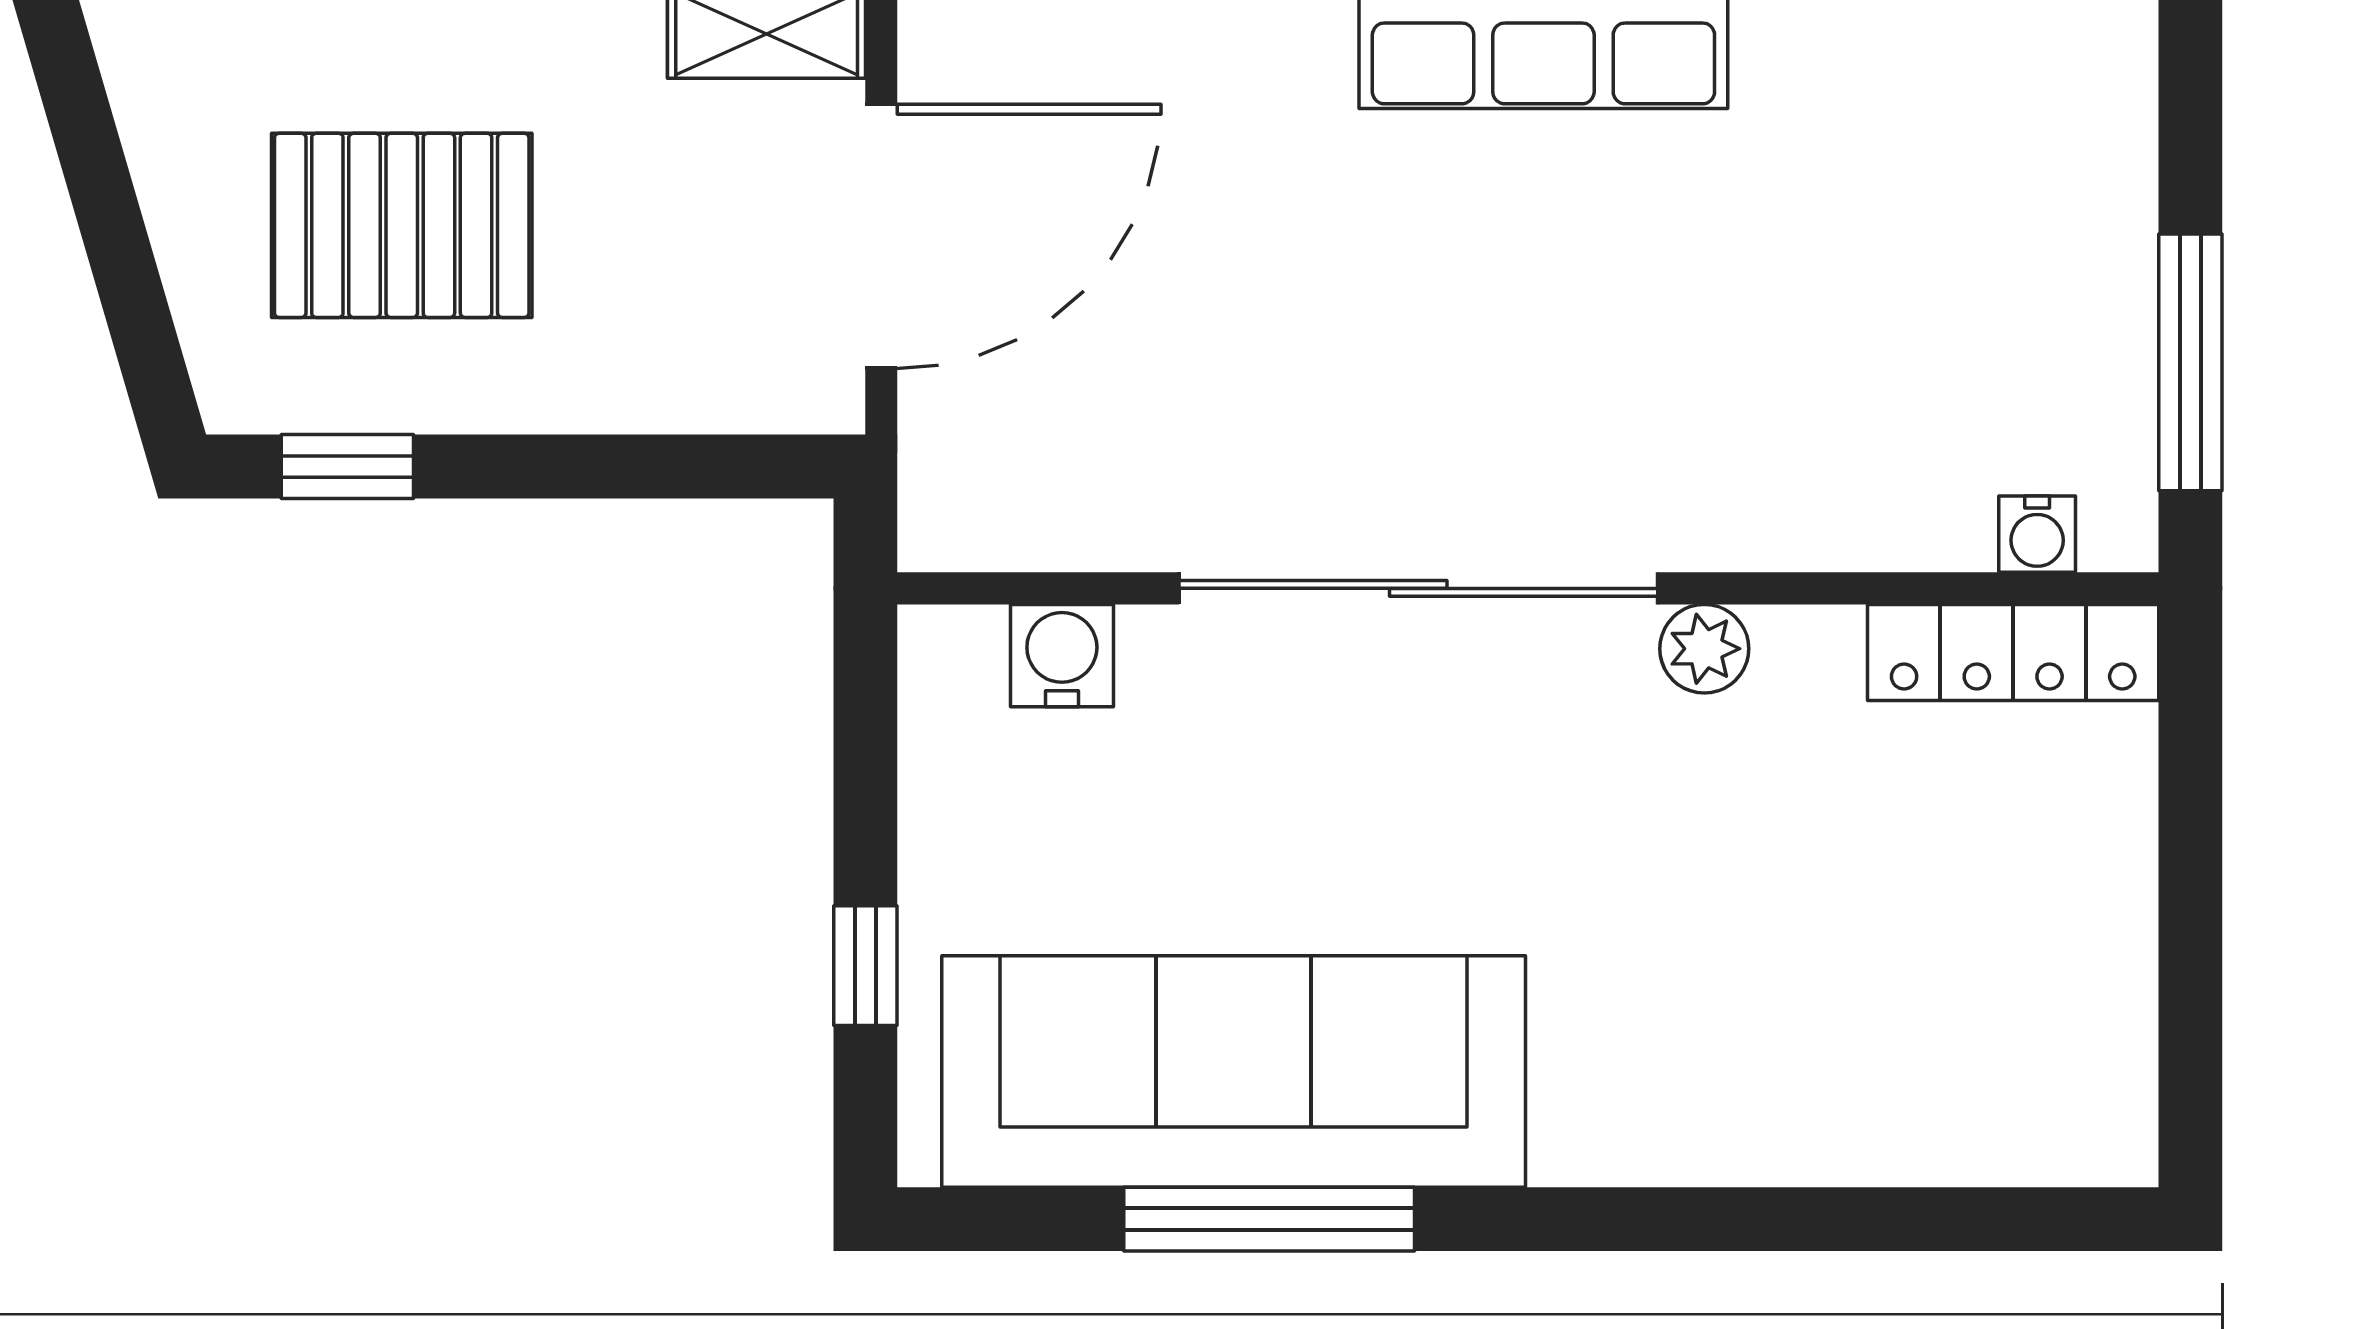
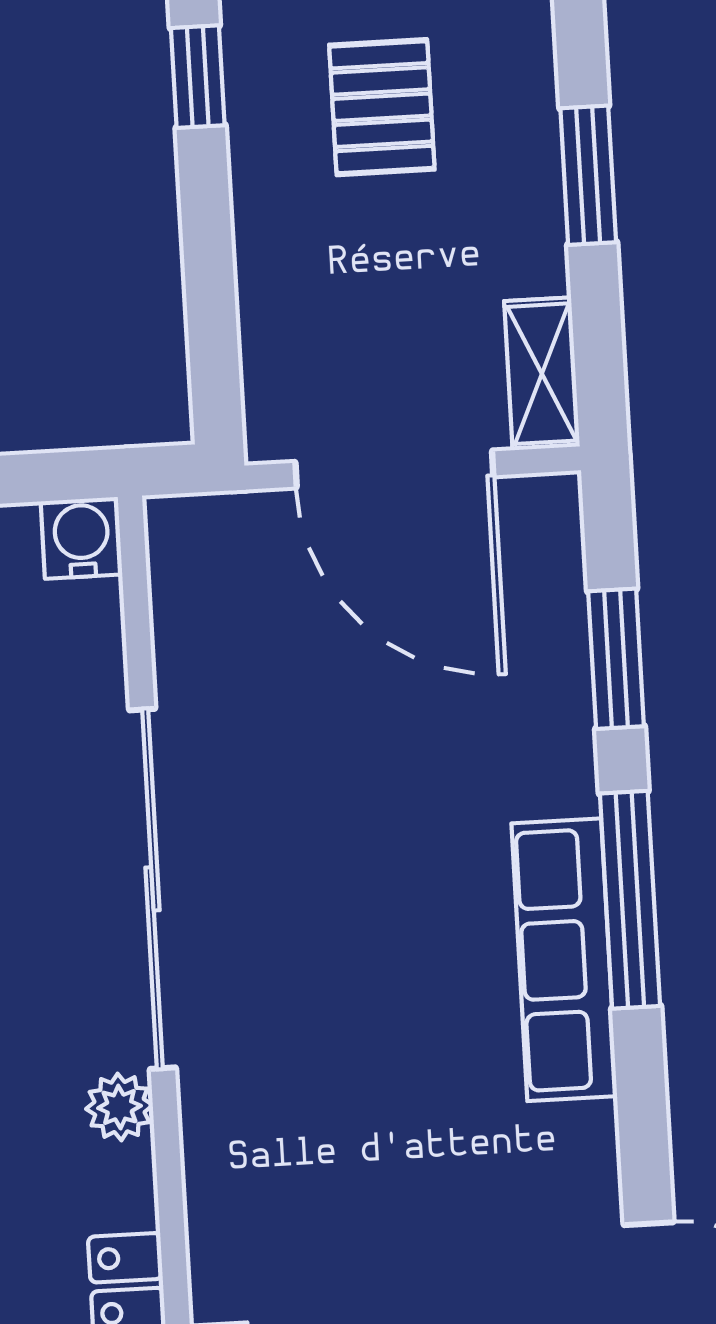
pallet: (402, 225) -> (382, 107), width x0.67, depth x0.71
water cooler: (1062, 656) -> (81, 538), moved, turned -90

